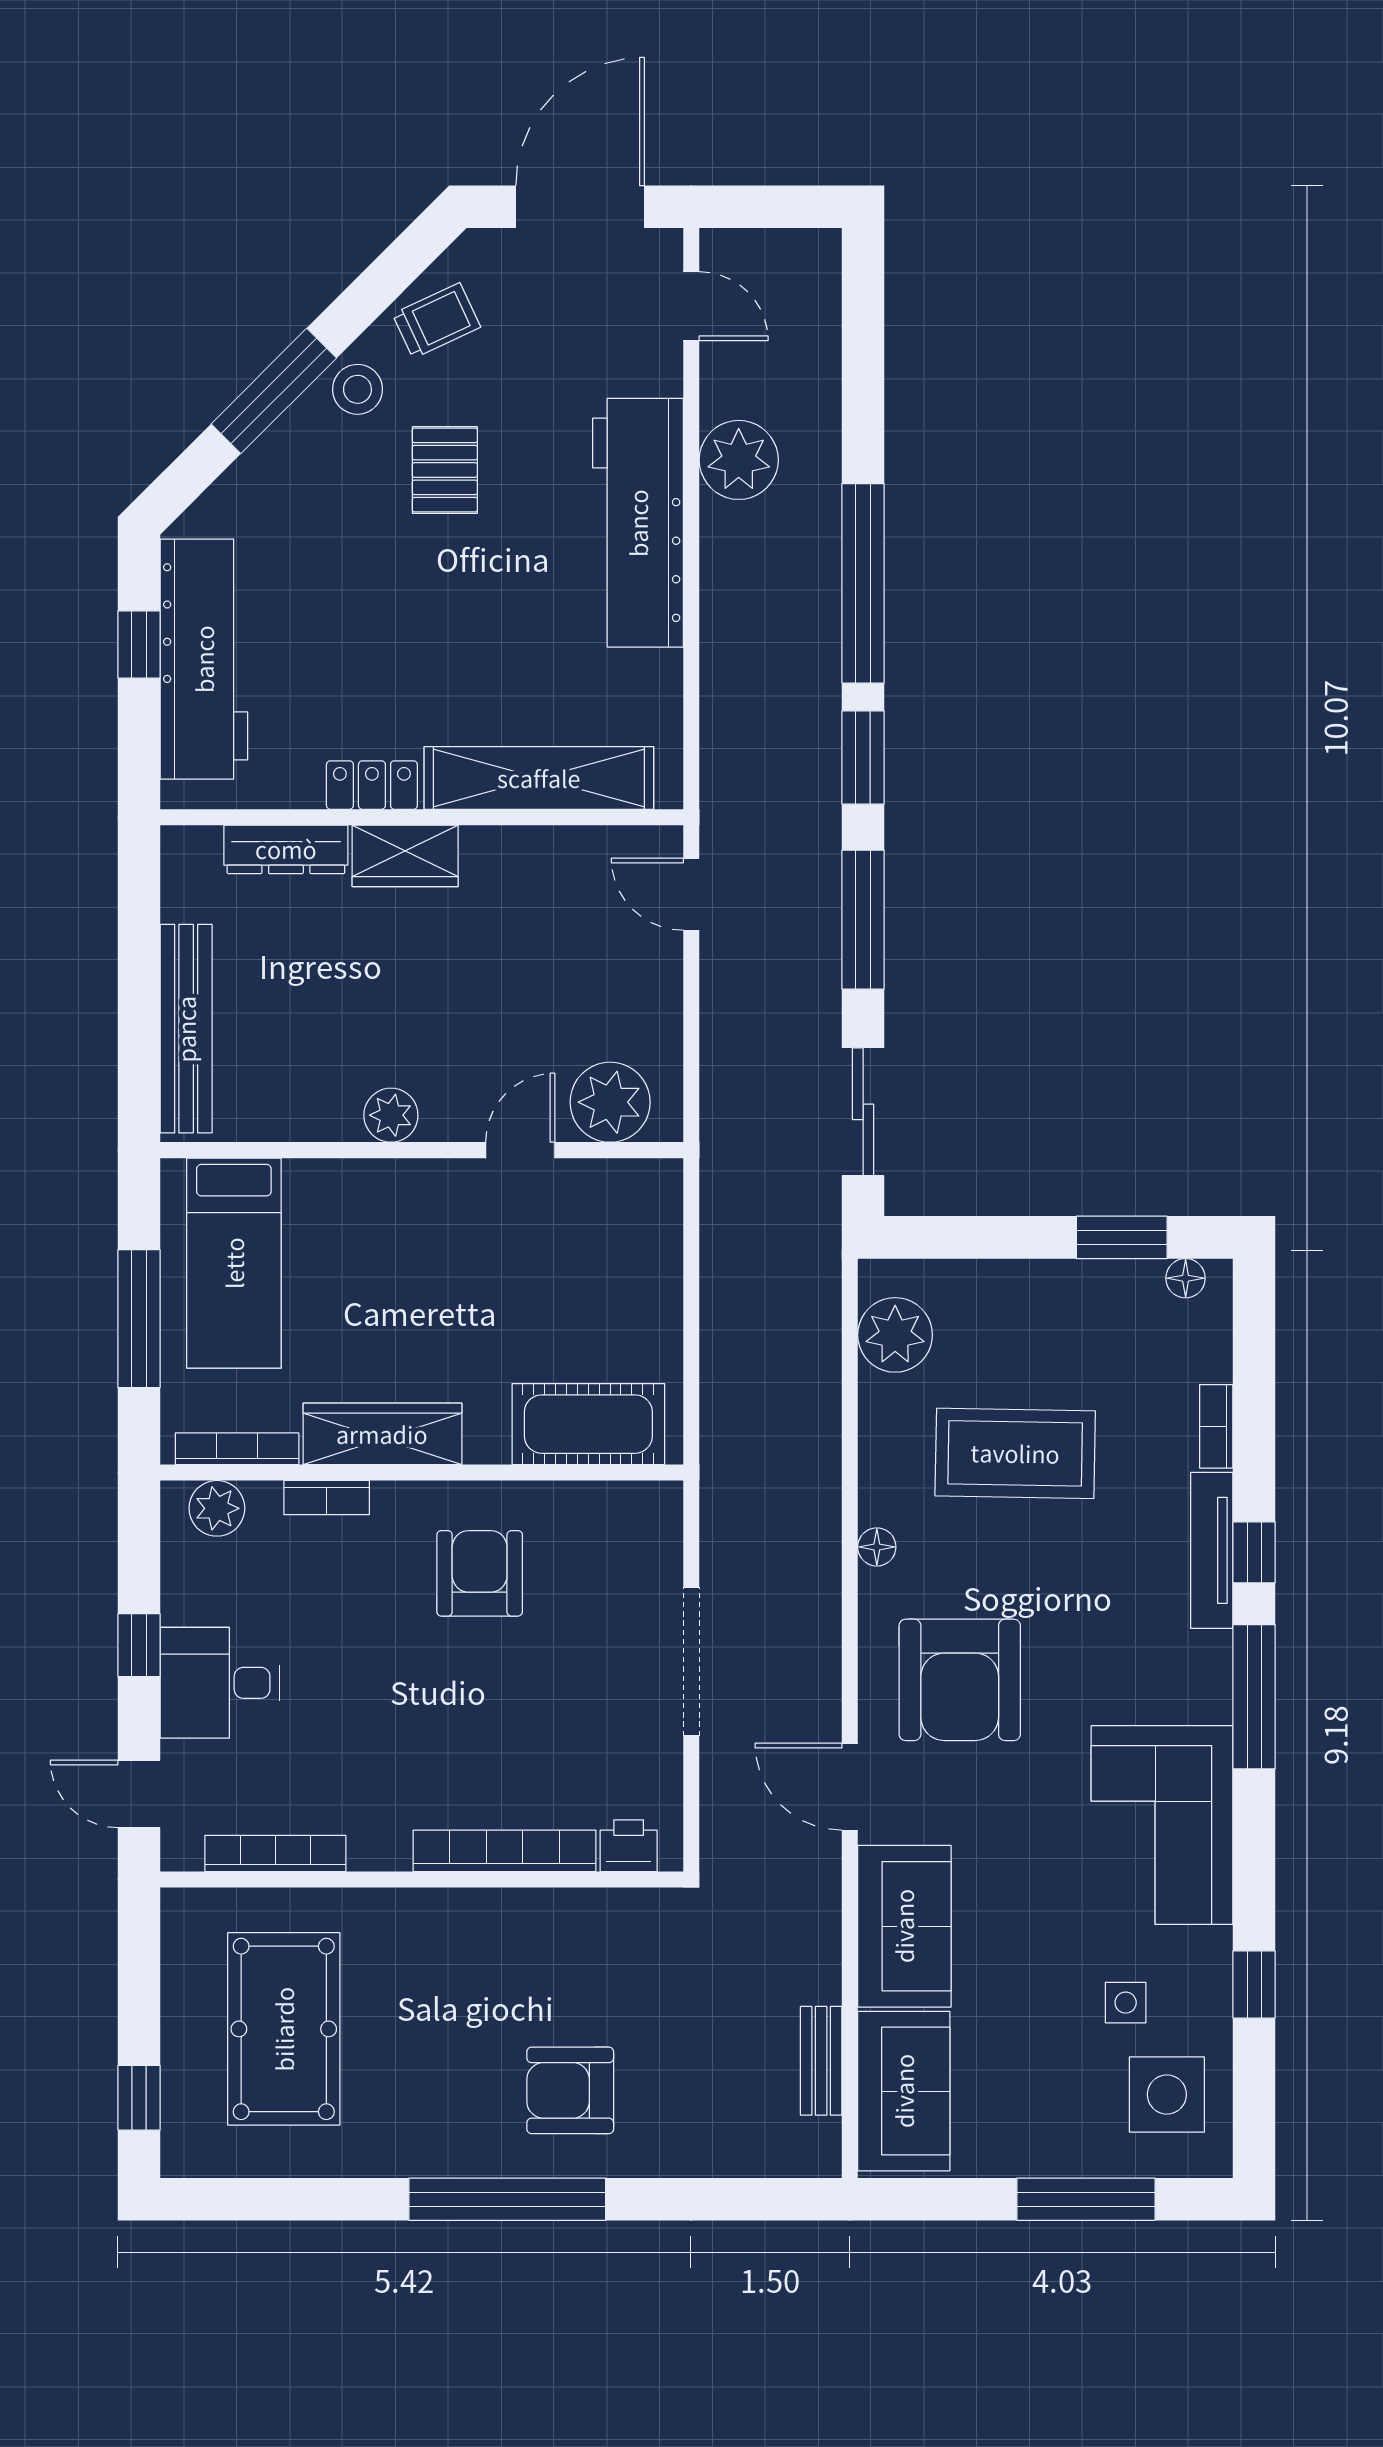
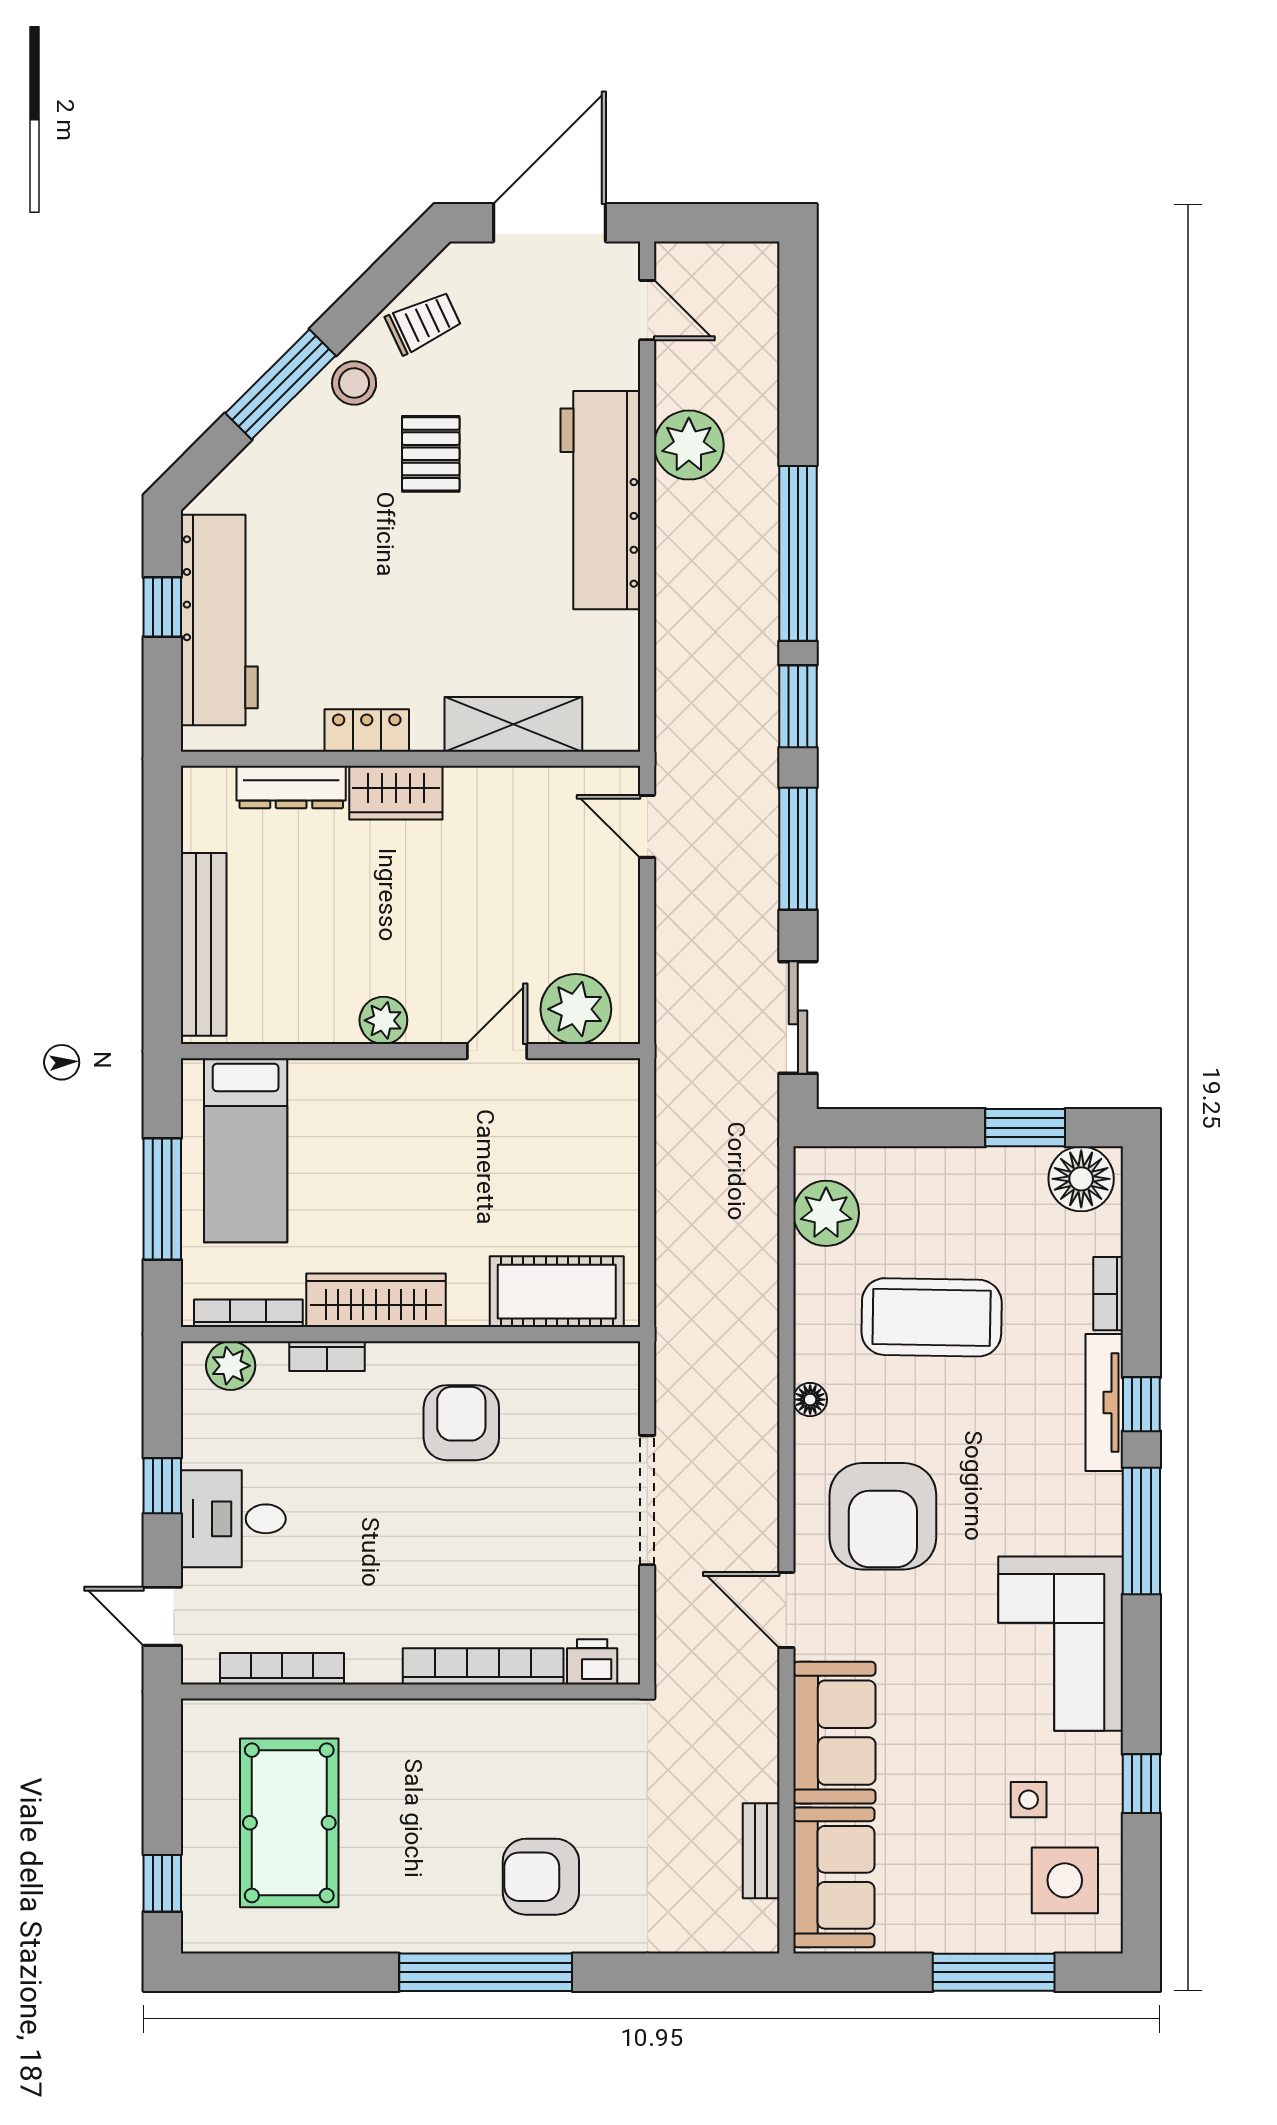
shelving: (539, 778) -> (513, 724), width x0.68
floor lamp: (1186, 1278) -> (1081, 1179), width x1.89, depth x1.89

